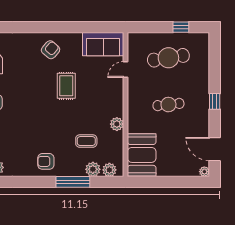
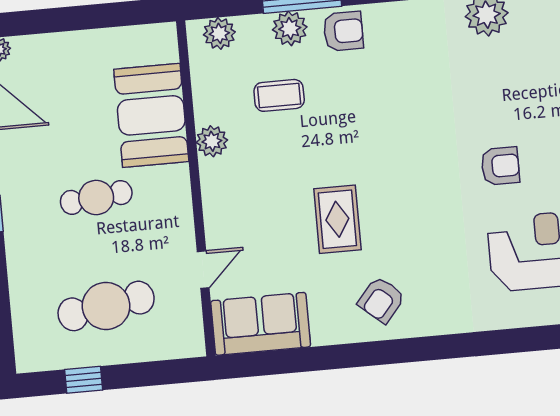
booth: (142, 155) -> (151, 115), moved
armchair: (46, 161) -> (343, 31), moved
plant: (93, 169) -> (290, 28), moved

